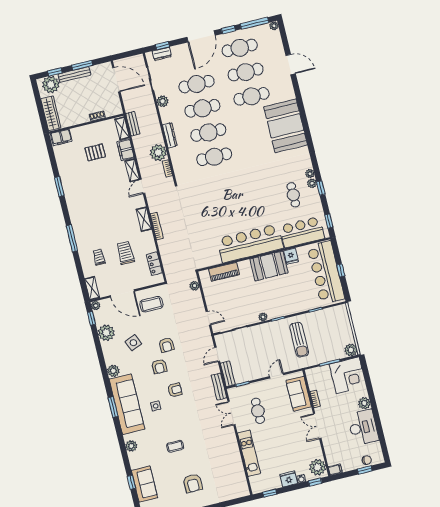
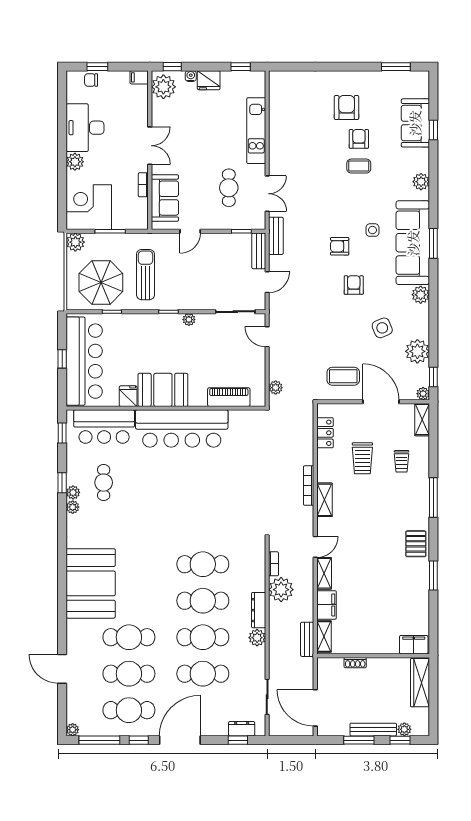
plant: (51, 85) -> (404, 729), width x0.53, depth x0.53
plant: (163, 101) -> (257, 638), moved
pallet: (95, 152) -> (416, 544), moved, turned 90
parasol: (327, 327) -> (101, 283), added
armchair: (167, 345) -> (359, 139), moved

